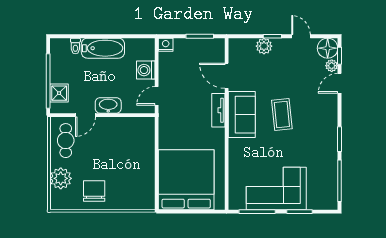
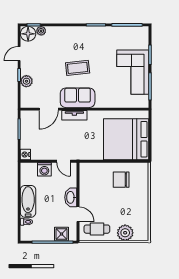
door: (340, 83) -> (54, 25), removed
chair: (94, 191) -> (121, 180), moved

